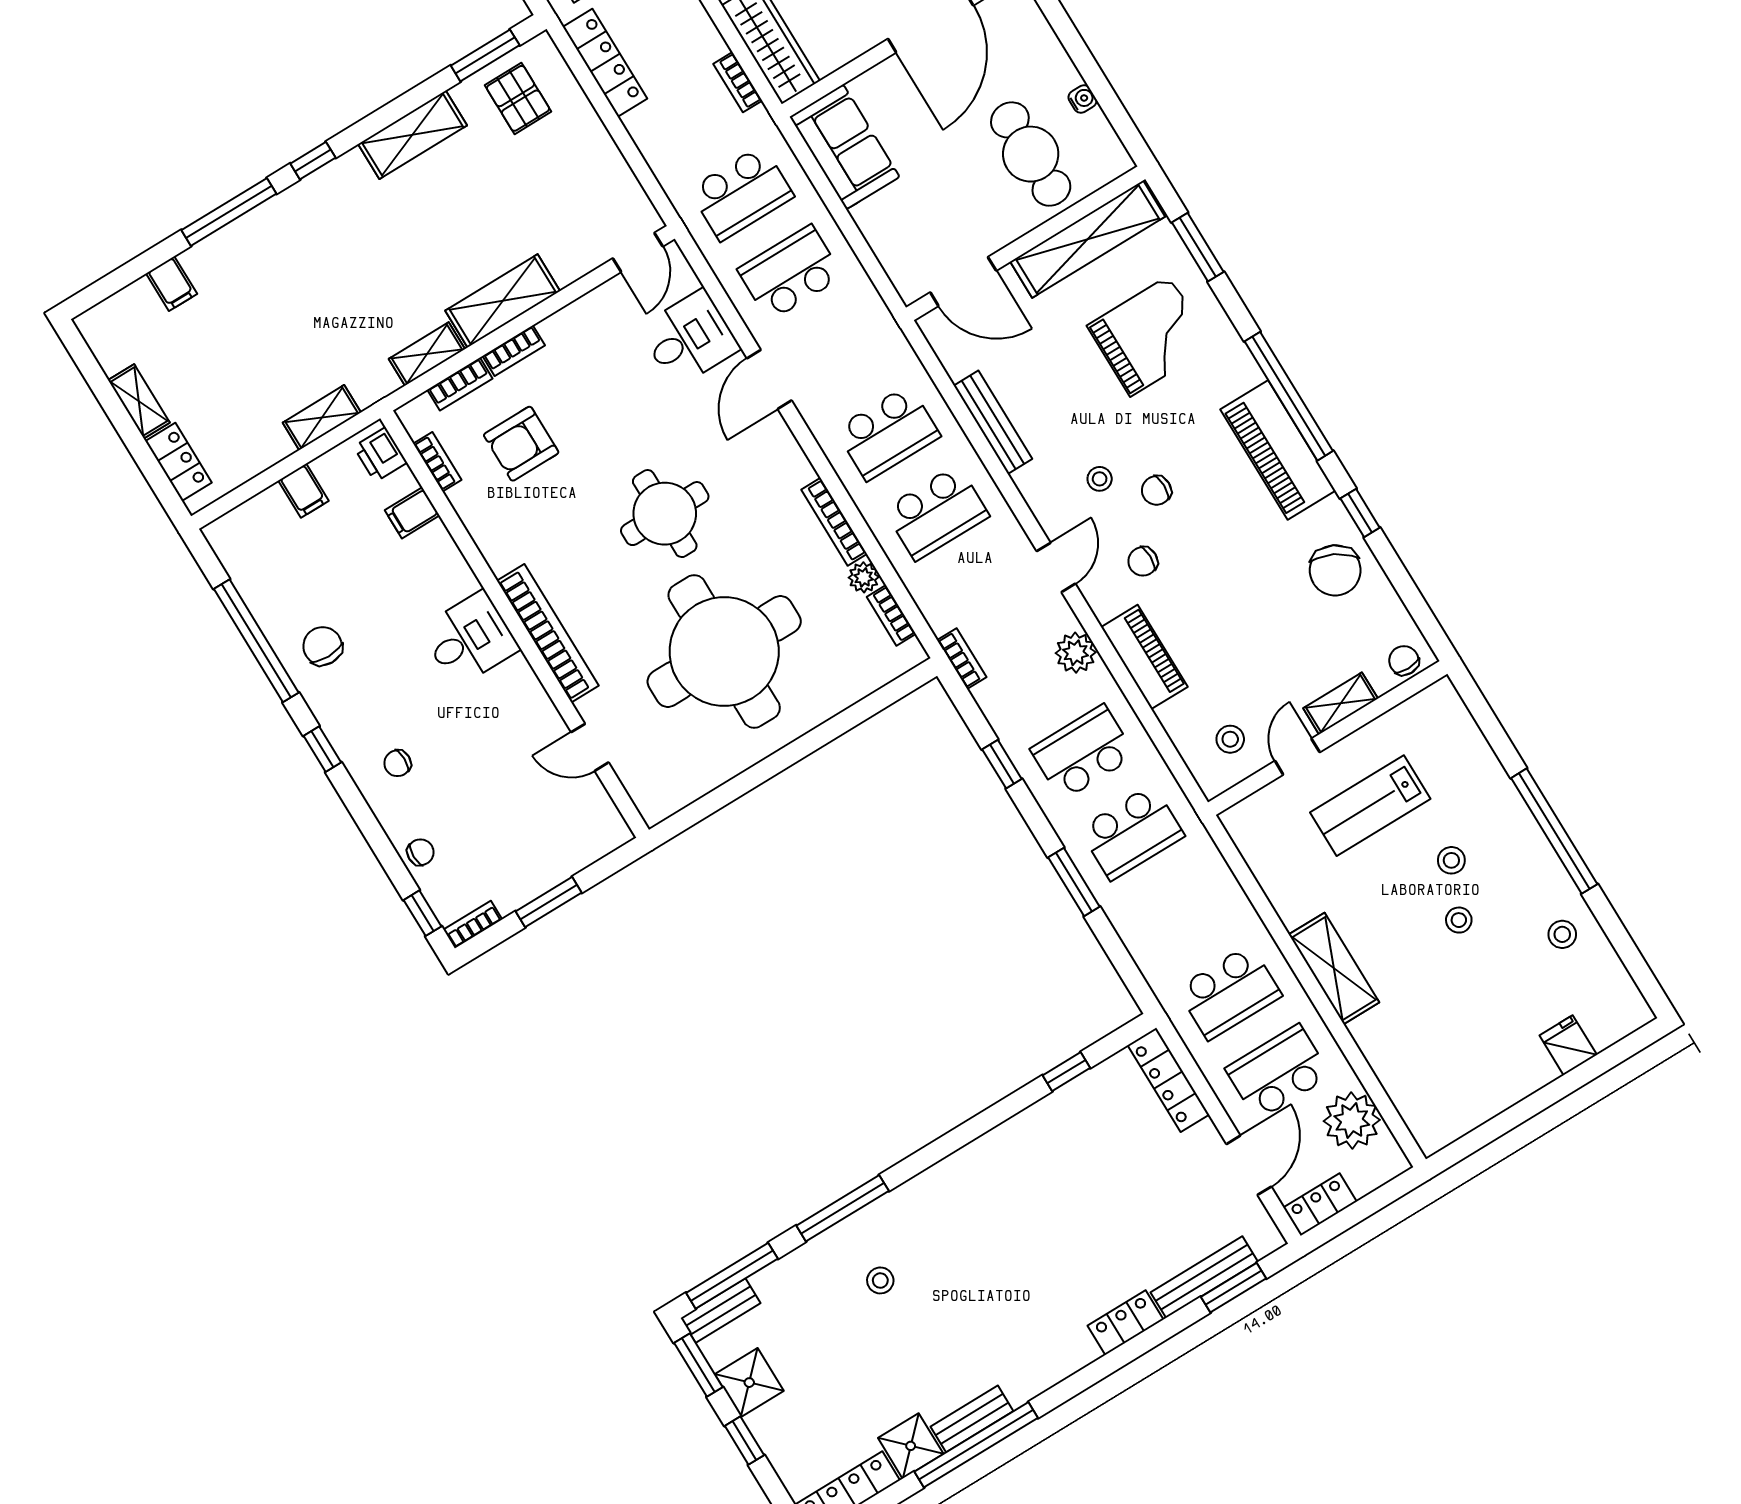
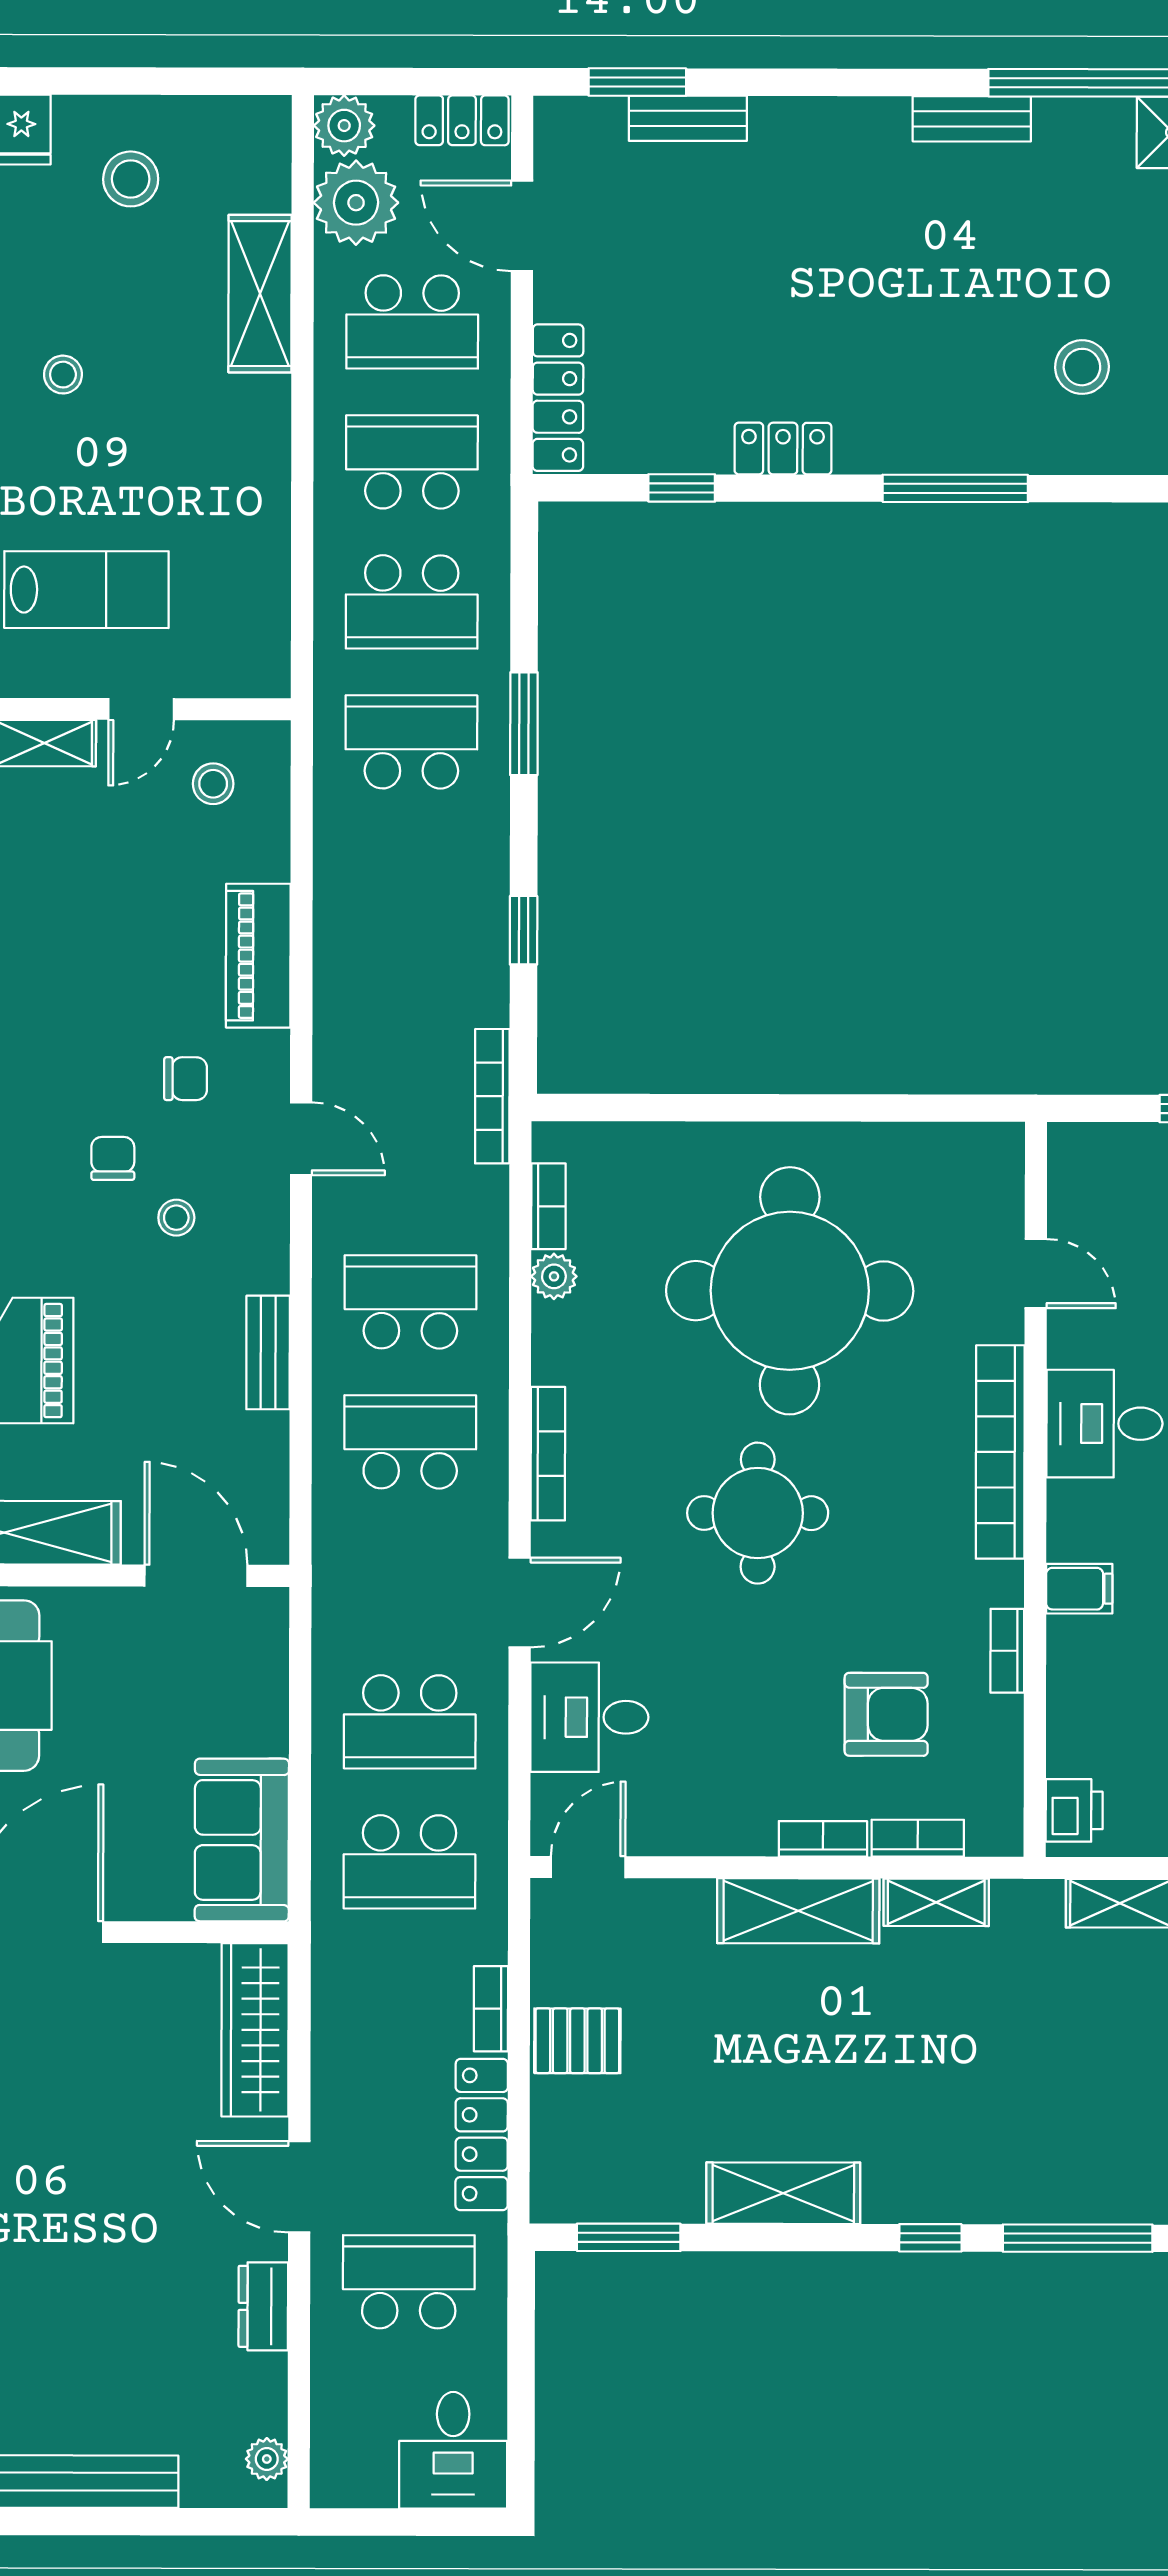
bookcase: (738, 82) -> (491, 2009), moved, turned 180
pallet: (518, 98) -> (577, 2041), moved, turned 90
school desk: (741, 193) -> (409, 1862), turned 180
bench: (993, 422) -> (268, 1352), width x0.73
bookcase: (437, 462) -> (1007, 1651), moved
chair: (1156, 490) -> (113, 1158), turned -90
filing cabinet: (412, 513) -> (1079, 1589), moved
bookcase: (834, 522) -> (548, 1454), moved
door: (1056, 567) -> (301, 1139), swing flipped
desk: (470, 639) -> (1104, 1424), moved
plant: (1076, 653) -> (344, 126), moved
bookcase: (962, 659) -> (492, 1096), width x1.56
school desk: (1083, 752) -> (412, 602), moved
stool: (1451, 860) -> (131, 179), moved, width x1.37, depth x1.37
shelving: (1334, 968) -> (260, 294), moved
door: (1249, 1165) -> (522, 226), hinge flipped
window: (843, 1208) -> (955, 488), moved
bench: (1204, 1277) -> (688, 118), width x0.73
stool: (880, 1280) -> (1082, 367), width x1.37, depth x1.37
locker: (1125, 1323) -> (783, 449), moved, turned 180
bench: (972, 1419) -> (972, 119), moved

